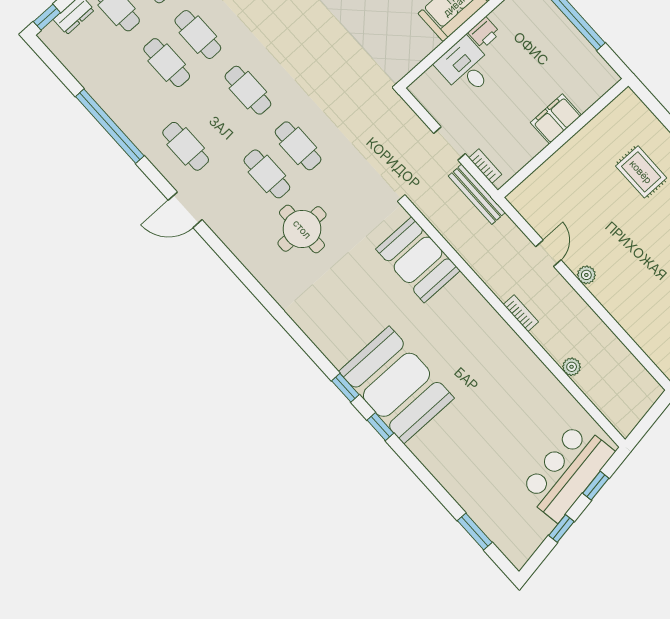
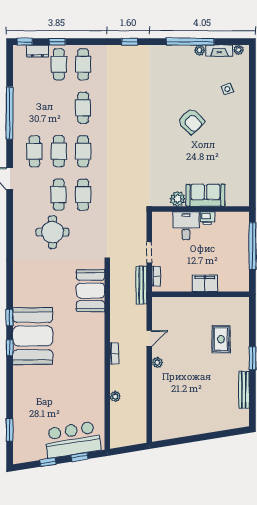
plant: (424, 42) -> (178, 199), added
cafe table: (167, 63) -> (59, 151), moved

